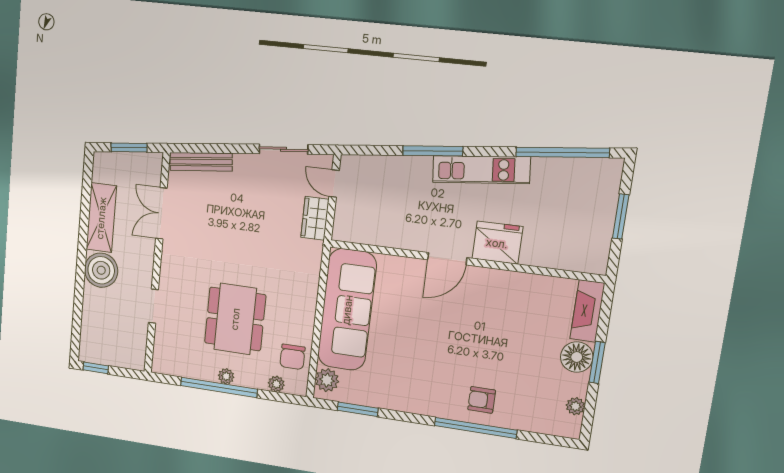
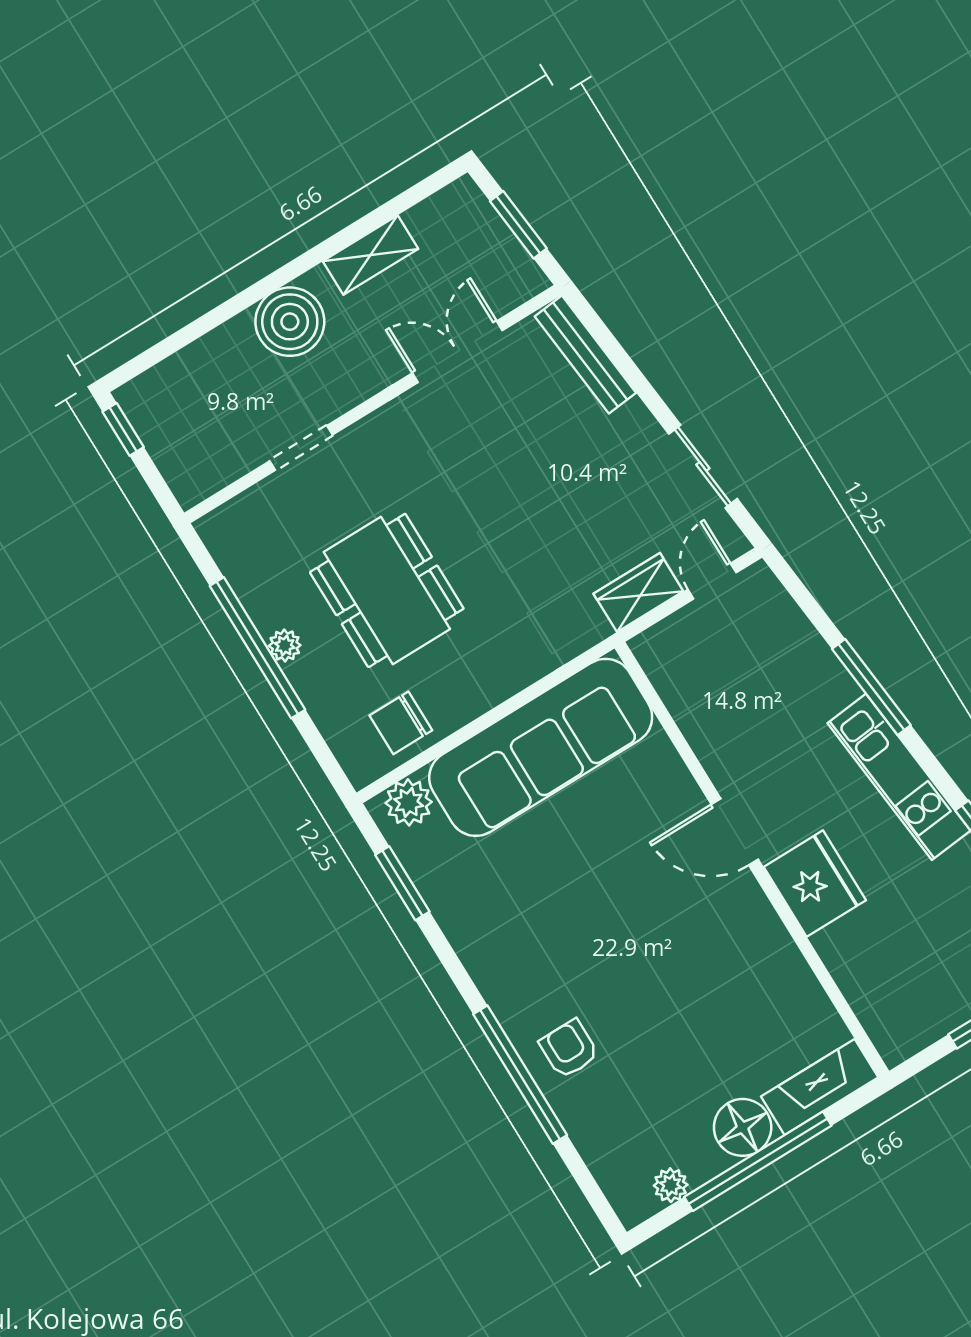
shelving: (101, 218) -> (370, 255), width x0.67, depth x0.75
dining table: (235, 319) -> (387, 590), turned 90
window: (597, 362) -> (758, 1161), width x2.11
plant: (276, 384) -> (338, 731), removed

